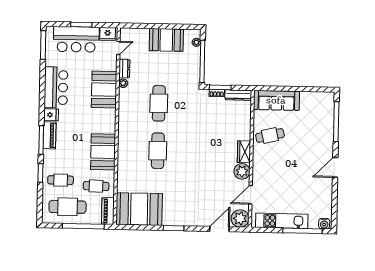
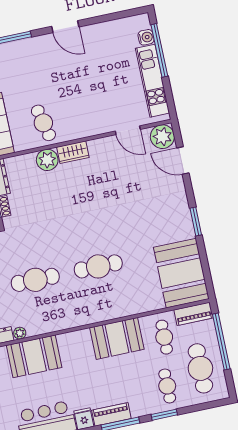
plant: (242, 171) -> (47, 160), moved
water cooler: (324, 224) -> (146, 37), moved

